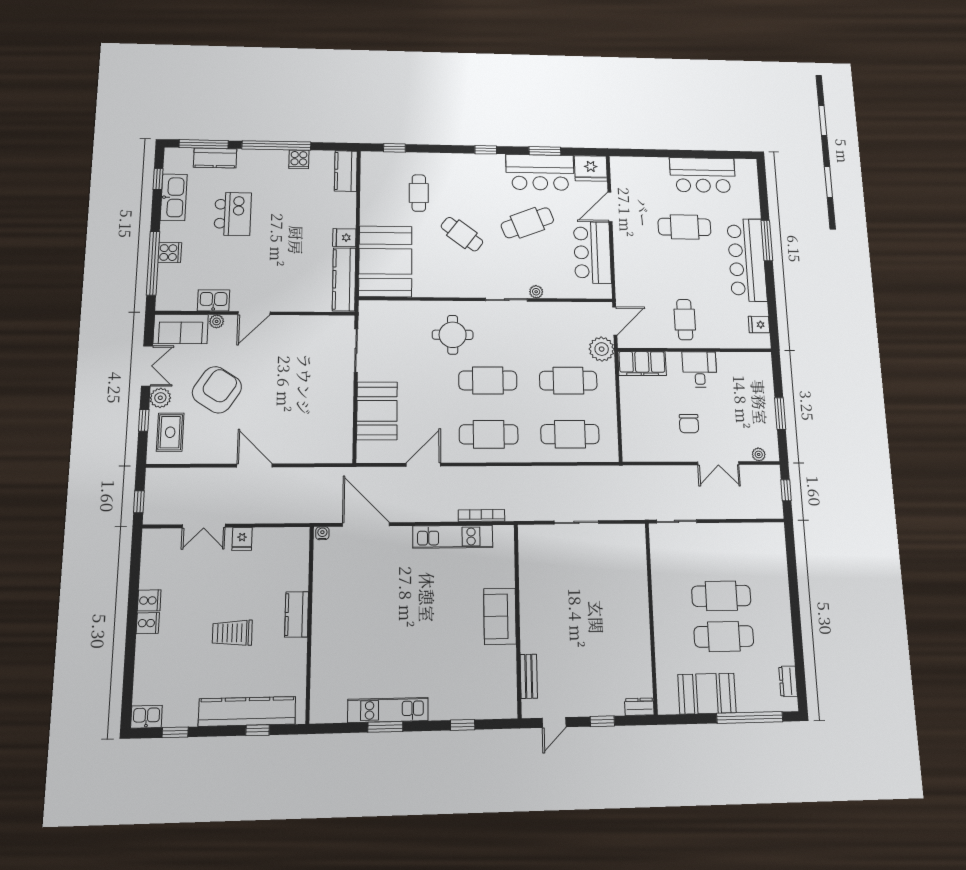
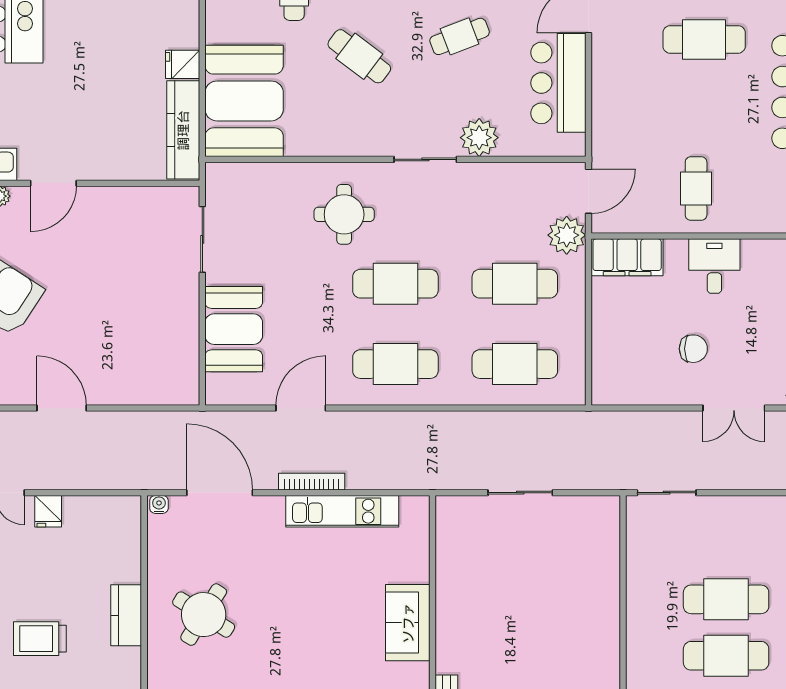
cafe table: (527, 223) -> (460, 36), width x0.73, depth x0.74
plant: (536, 292) -> (479, 138), width x1.88, depth x1.88
chair: (689, 424) -> (693, 349), turned -90
bookcase: (481, 515) -> (312, 482), moved
round table: (353, 613) -> (204, 615), added

